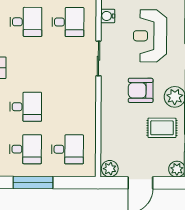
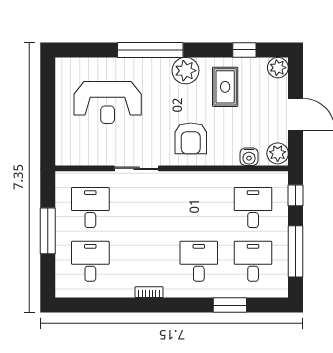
water cooler: (108, 16) -> (249, 157), moved
armchair: (141, 90) -> (191, 138), moved
window: (77, 183) -> (296, 195), added

